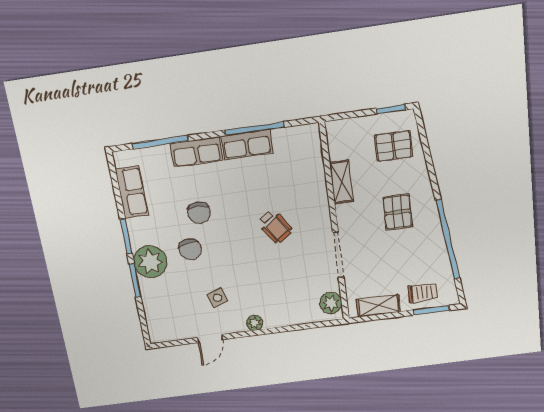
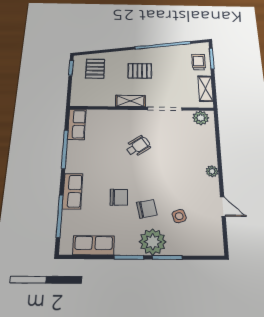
row of seats: (247, 144) -> (77, 124), moved
shelving: (341, 182) -> (130, 101), moved
side table: (218, 298) -> (179, 216), moved

